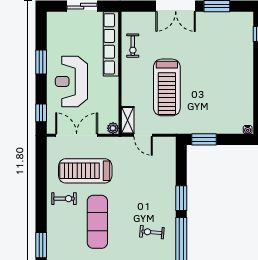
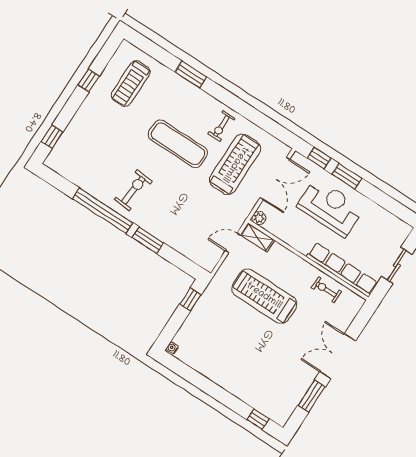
window: (41, 62) -> (347, 176), moved
window: (204, 139) -> (190, 299), width x0.67
exercise bike: (152, 232) -> (133, 190), width x1.38, depth x1.39

